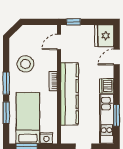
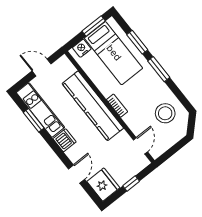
window: (73, 22) -> (131, 183), moved
stool: (25, 64) -> (165, 113), moved

